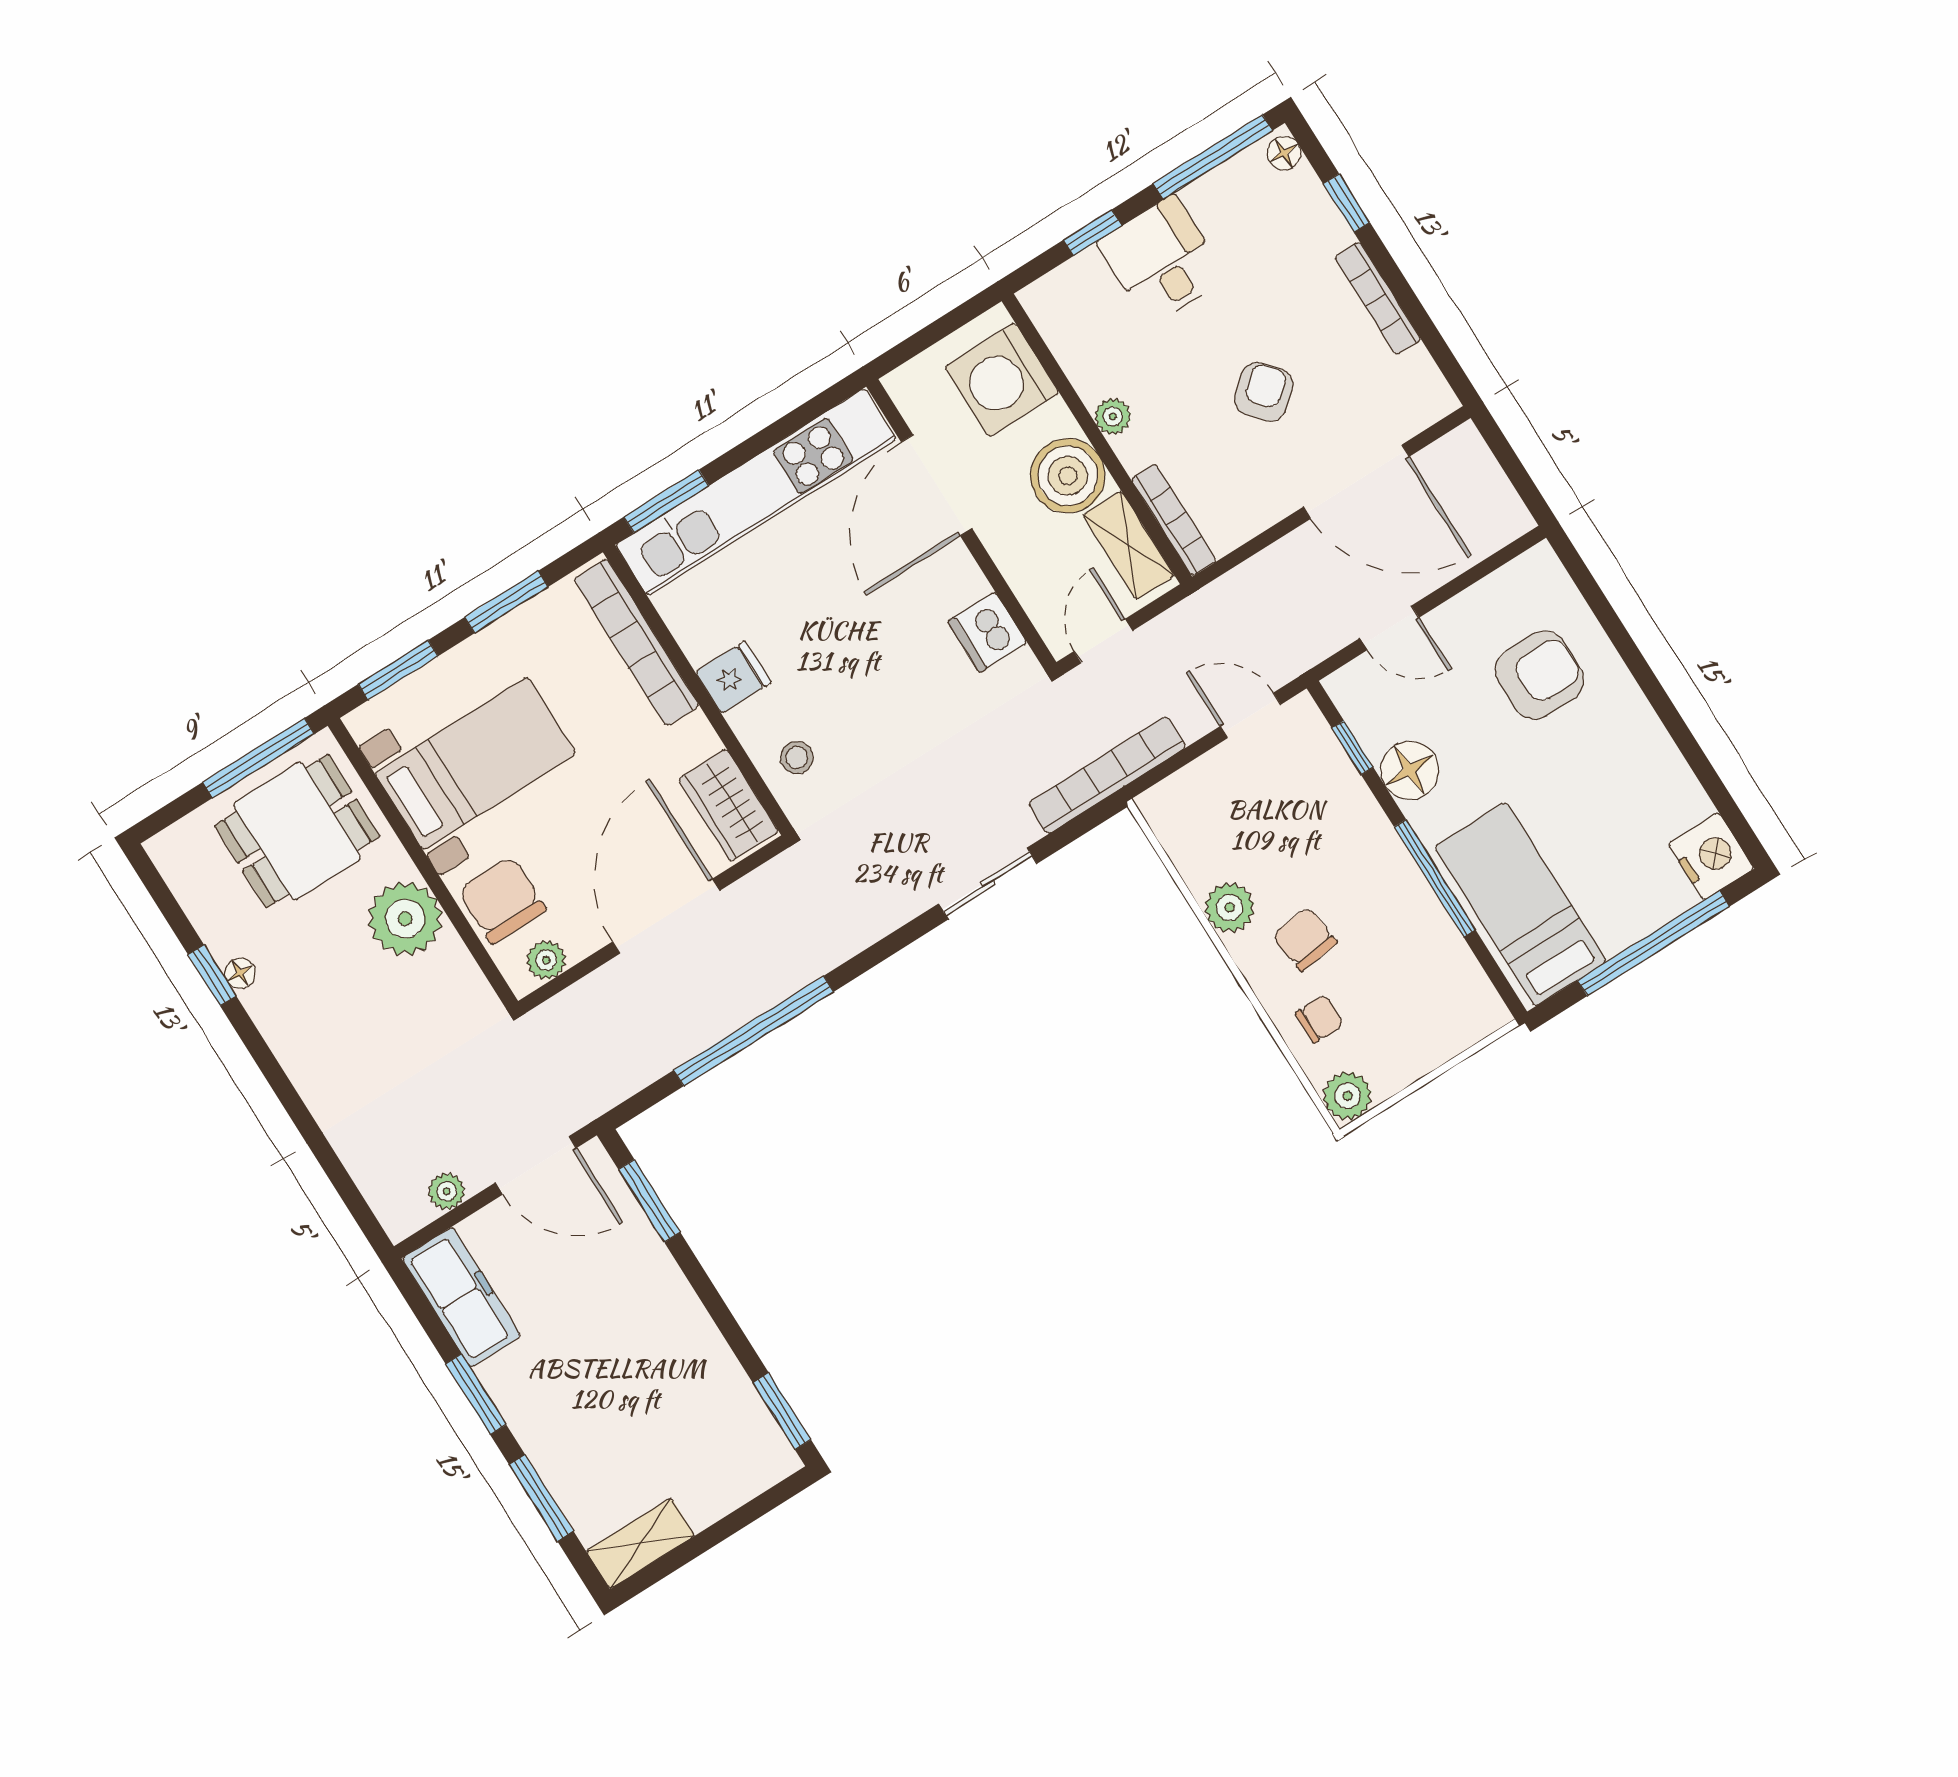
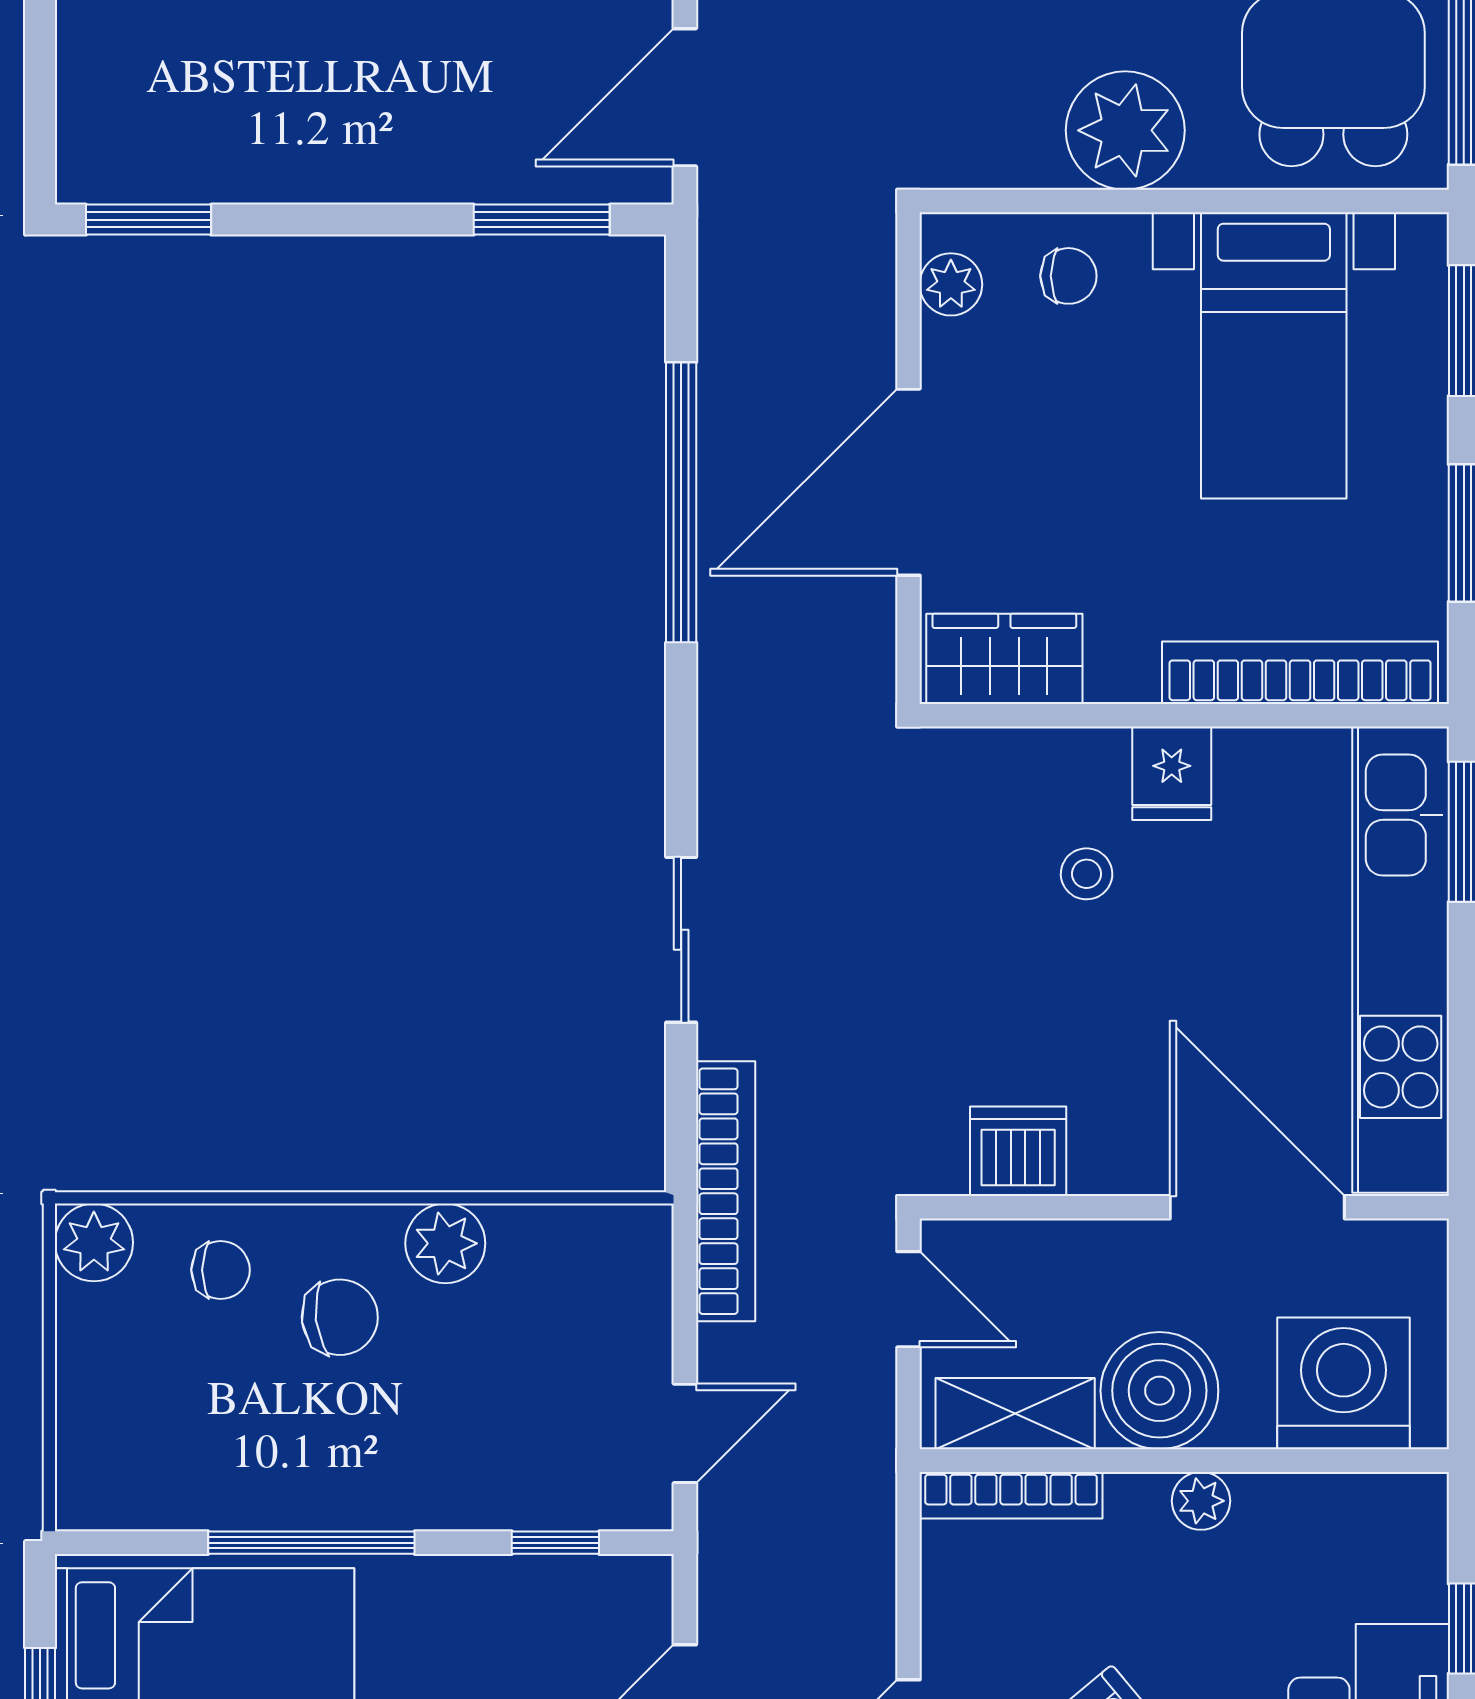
stool: (797, 757) -> (1087, 874), moved
floor lamp: (1410, 770) -> (477, 1600), removed
chair: (502, 900) -> (1068, 276), width x0.54, depth x0.54
door: (666, 916) -> (908, 482), swing flipped
chair: (1320, 1019) -> (221, 1270), turned -90

